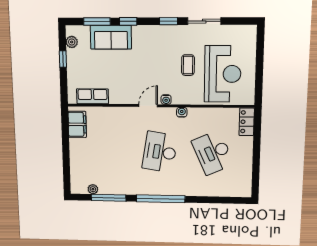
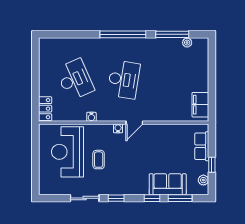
row of seats: (93, 96) -> (202, 146), moved, turned 90
water cooler: (182, 112) -> (91, 117), moved

